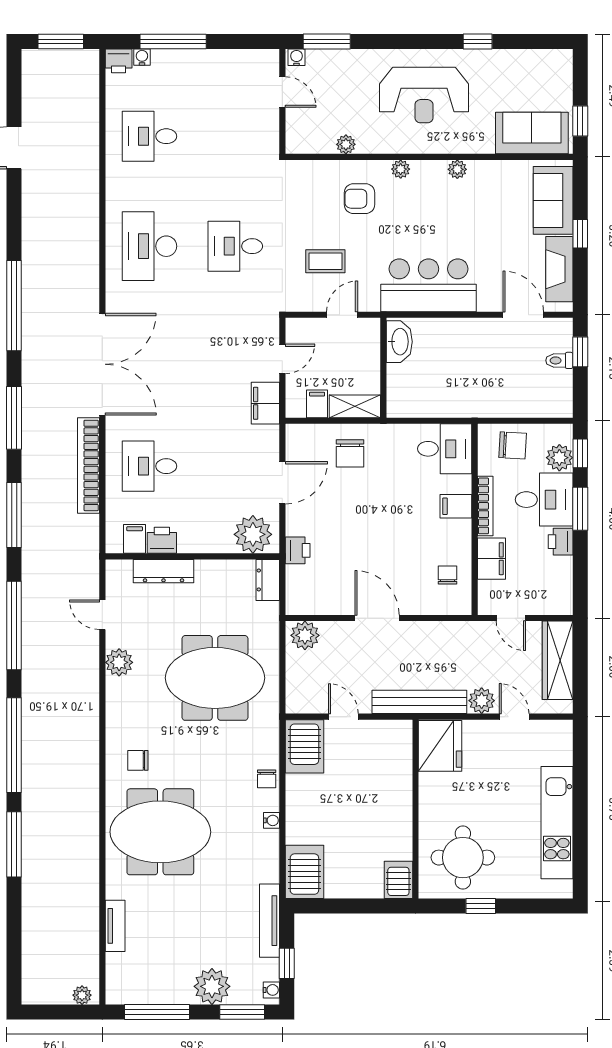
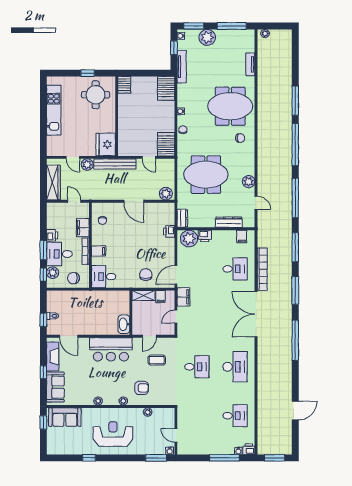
door: (282, 483) -> (176, 275), moved
printer: (162, 540) -> (205, 236), moved

